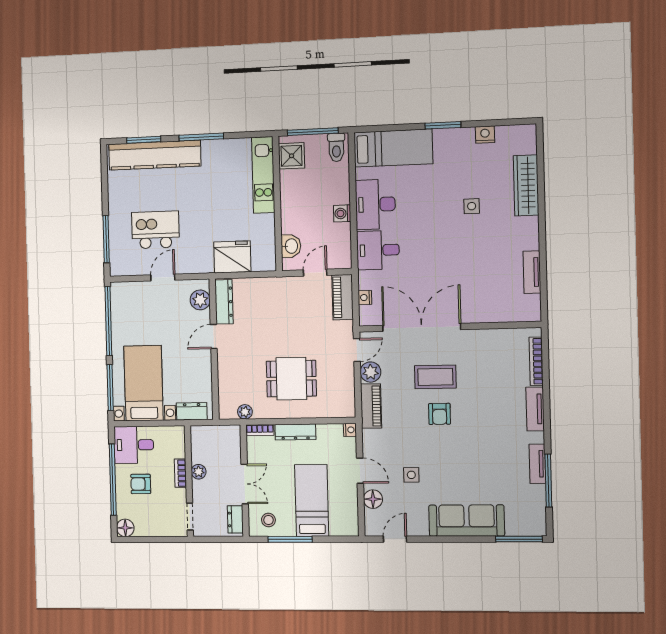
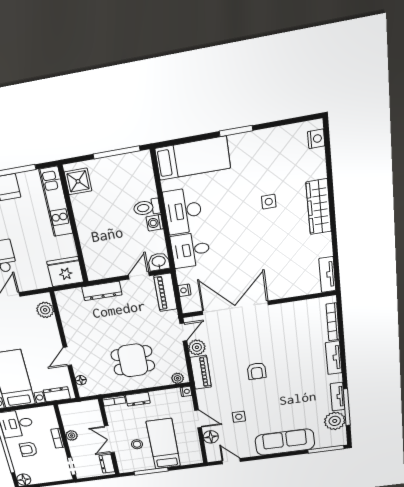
nightstand: (485, 135) -> (316, 139), moved, turned 90
toilet: (336, 147) -> (147, 207), moved, turned 90
shower: (292, 156) -> (78, 181), moved
kitchen unit: (263, 175) -> (56, 202), moved
wardrobe: (526, 185) -> (319, 207), moved
wall: (277, 204) -> (73, 225), moved
washbasin: (291, 246) -> (159, 262), moved, turned -90
tv unit: (532, 272) -> (327, 275), moved
dresser: (224, 302) -> (102, 291), moved, turned 90
door: (214, 336) -> (67, 356), moved
coffee table: (435, 377) -> (251, 344), removed
floor lamp: (224, 396) -> (81, 380), added
plant: (245, 412) -> (178, 378), moved
dresser: (295, 432) -> (138, 399), width x0.70
double door: (245, 484) -> (109, 439), swing flipped
plant: (532, 498) -> (335, 421), added
stool: (268, 520) -> (137, 444), moved
door: (395, 539) -> (231, 461), hinge flipped

